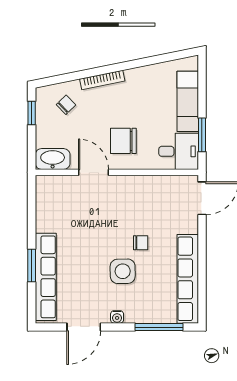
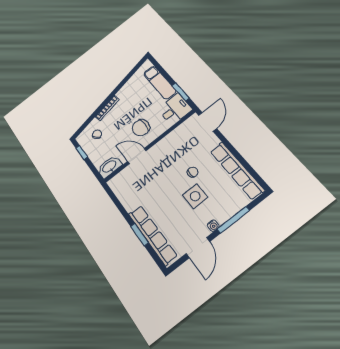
window: (159, 327) -> (233, 220), moved

